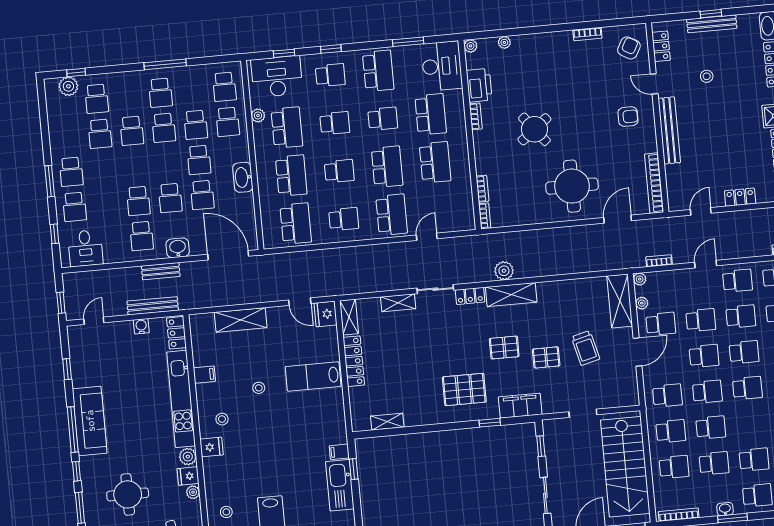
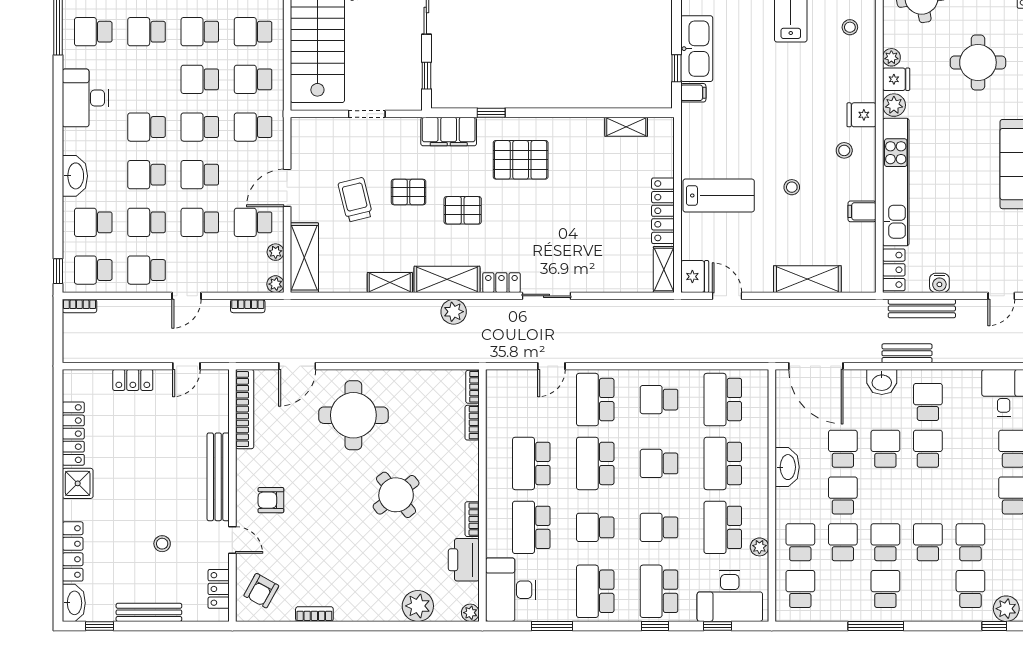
window: (711, 14) -> (99, 626), moved
plant: (504, 42) -> (418, 606), width x1.87, depth x1.87
school desk: (330, 75) -> (659, 591), width x1.85
shelving: (398, 303) -> (390, 282), moved

